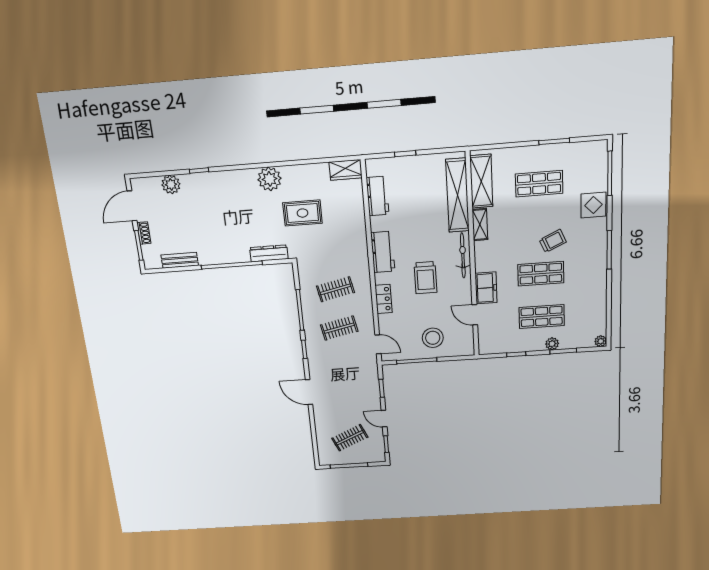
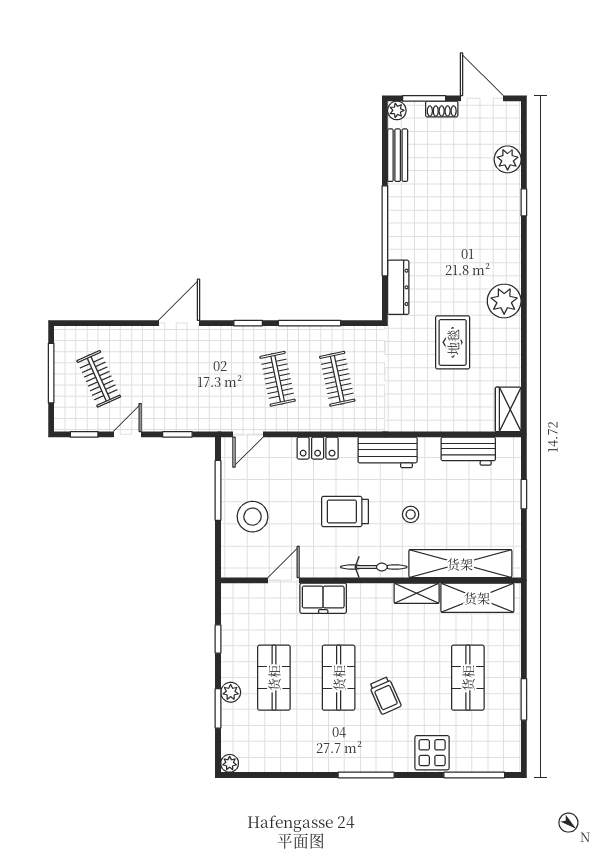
stool: (425, 233) -> (411, 514), added
plant: (150, 263) -> (397, 110), added

